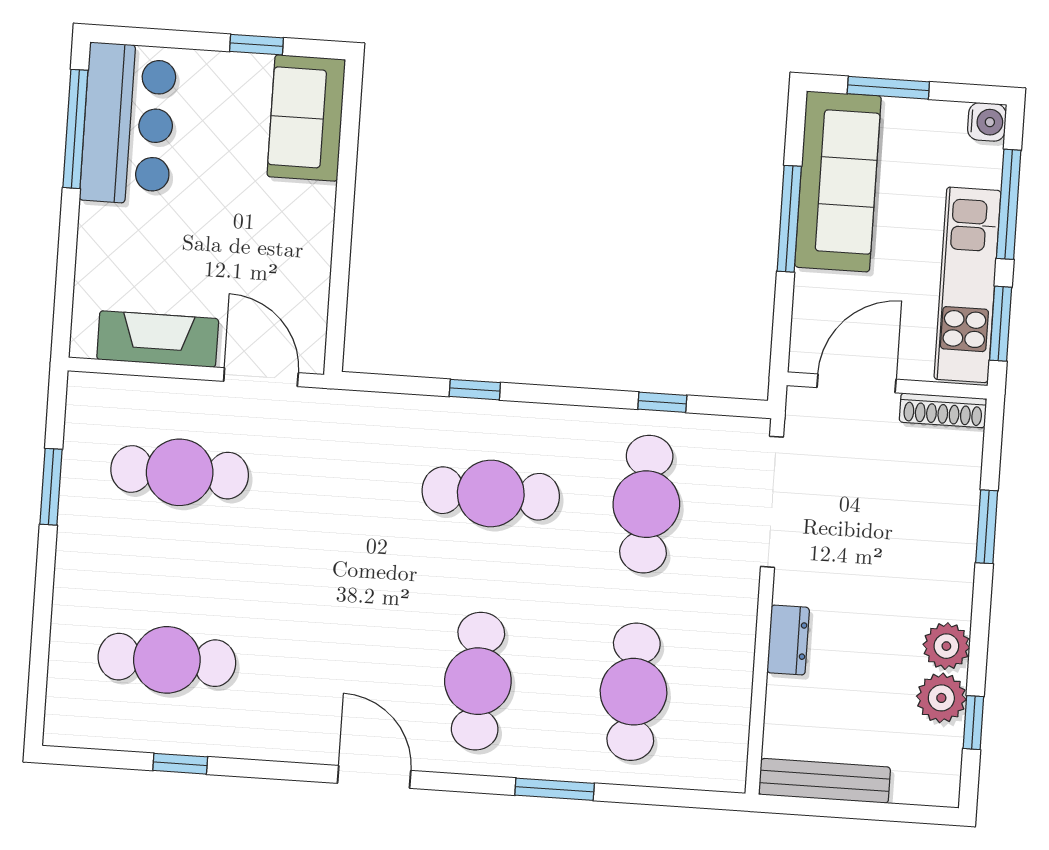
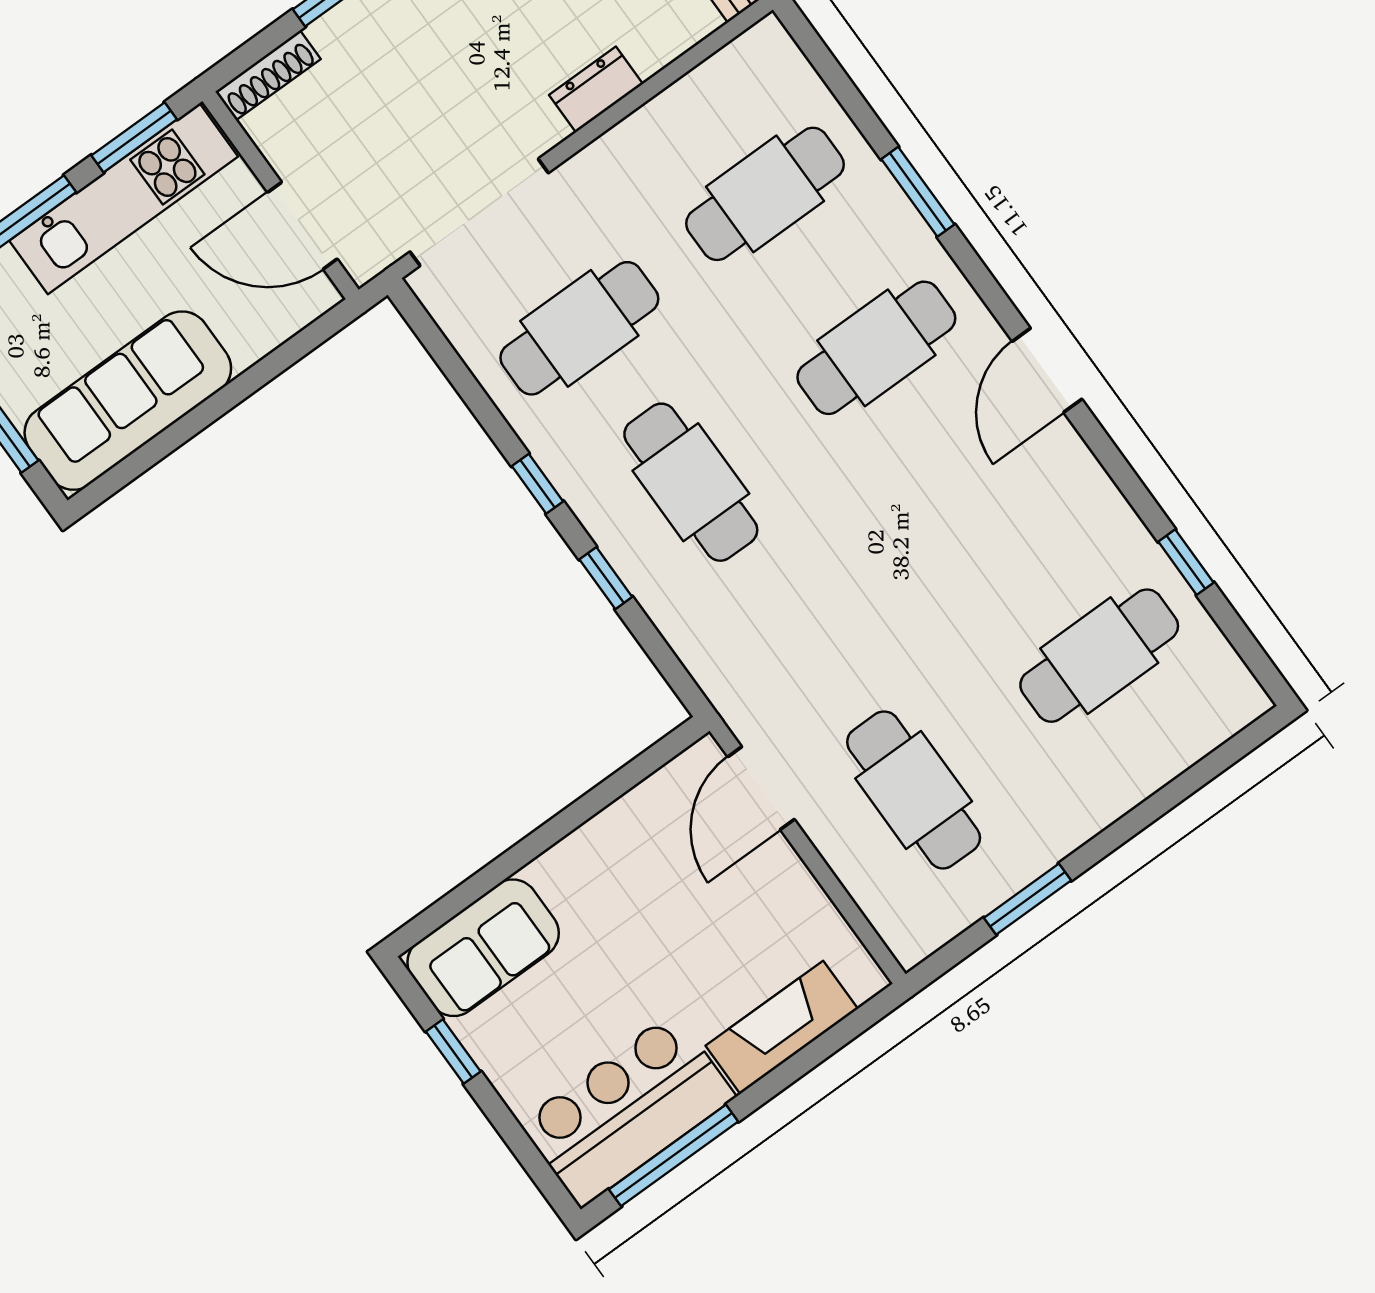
window: (789, 219) -> (201, 417), removed
fireplace: (158, 339) -> (782, 1027), moved, turned 90
window: (662, 402) -> (538, 484), moved
shoe rack: (943, 410) -> (268, 75), moved, turned 90
cafe table: (167, 660) -> (1099, 656), turned 90

